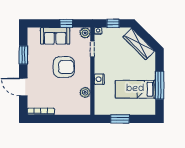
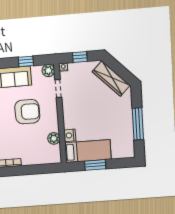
nightstand: (99, 79) -> (70, 135), moved
bed: (135, 89) -> (88, 151), moved, turned 180

